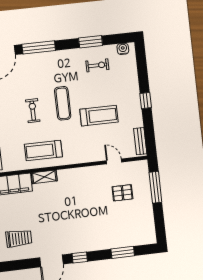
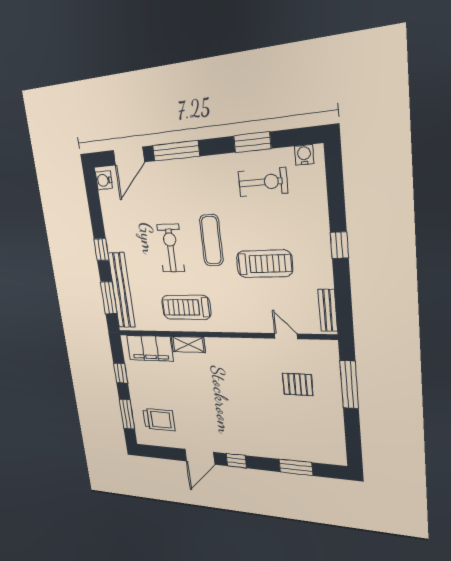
exercise bike: (97, 65) -> (263, 182), width x1.38, depth x1.39
exercise bike: (33, 111) -> (171, 248), width x1.38, depth x1.39

